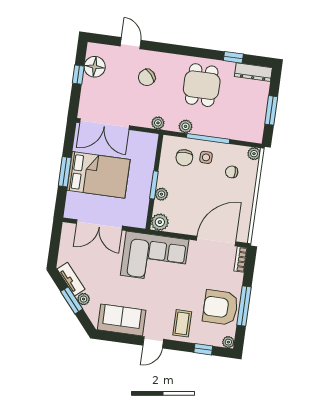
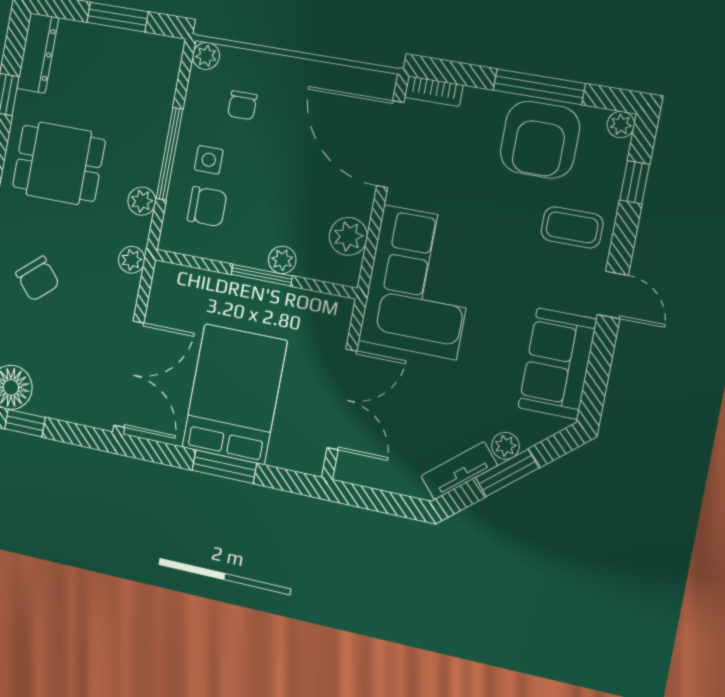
plant: (160, 222) -> (348, 236), moved

